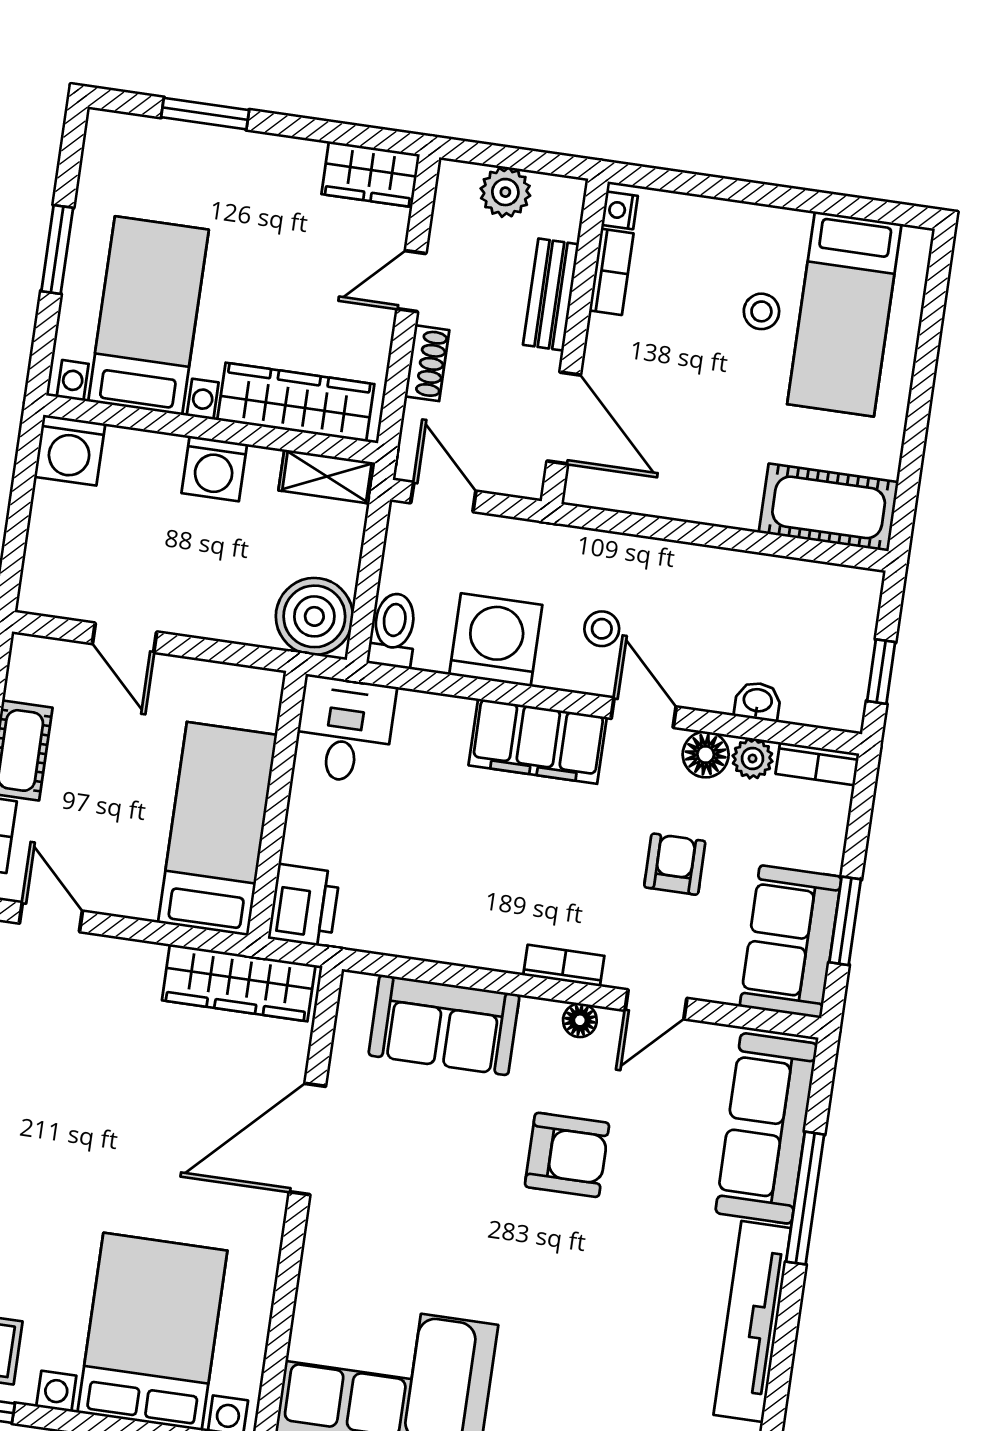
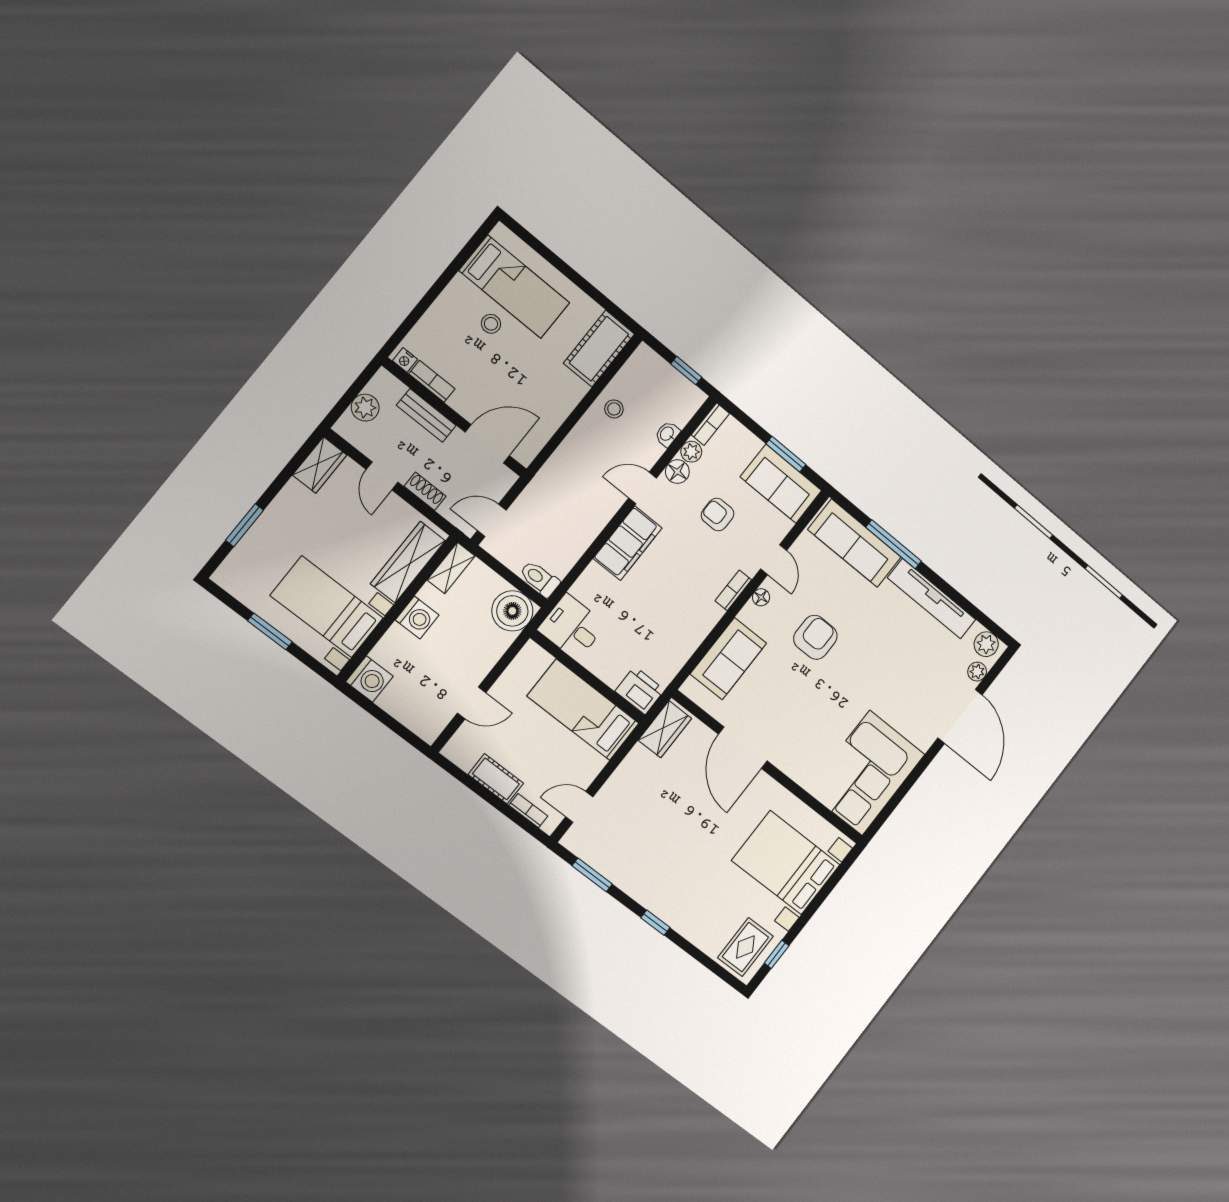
stool: (602, 629) -> (614, 409), moved
washing machine: (496, 640) -> (571, 535), removed
wardrobe: (239, 983) -> (665, 729), width x0.67

